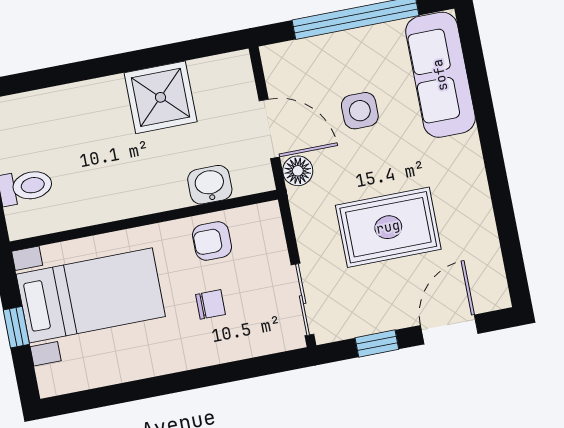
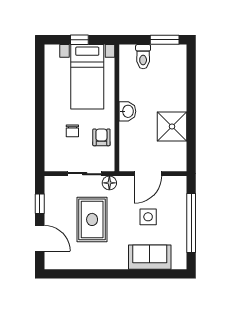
sofa: (440, 75) -> (150, 257), width x0.73
floor lamp: (298, 171) -> (109, 183), moved
washbasin: (210, 185) -> (127, 111), moved
sliding door: (303, 300) -> (85, 174), moved

